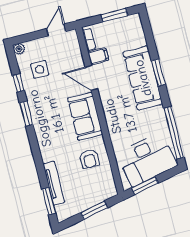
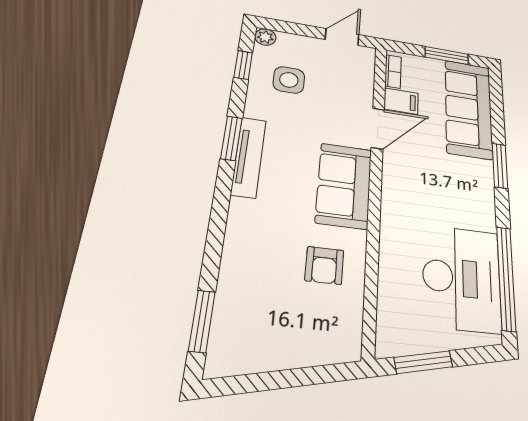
door: (91, 78) -> (378, 128), swing flipped
sofa: (143, 78) -> (469, 109), moved
window: (18, 83) -> (243, 65), moved
desk: (147, 159) -> (462, 278), moved, turned -79
tv unit: (54, 183) -> (249, 157), moved
window: (94, 210) -> (296, 378), removed

